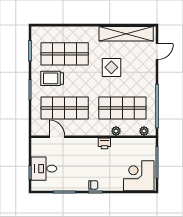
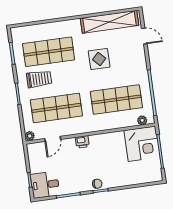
door: (157, 52) -> (144, 36), hinge flipped
trolley: (52, 78) -> (39, 79), turned 180
plant: (116, 131) -> (30, 136), moved
door: (57, 137) -> (53, 139), swing flipped
printer: (104, 143) -> (82, 142), moved
desk: (44, 169) -> (45, 185), moved
corner desk: (139, 176) -> (142, 144), moved, turned 180

